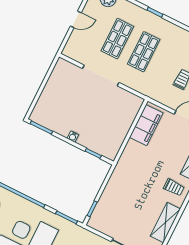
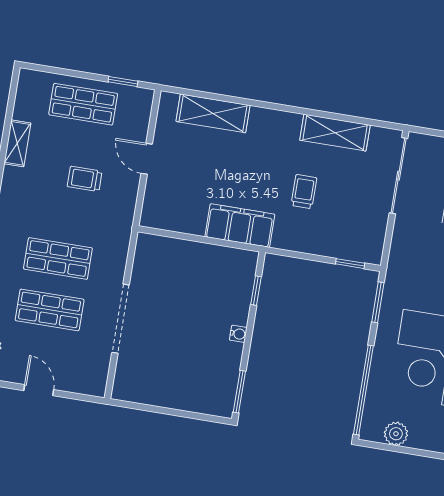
filing cabinet: (146, 125) -> (240, 226), moved
trolley: (174, 187) -> (304, 192), moved

